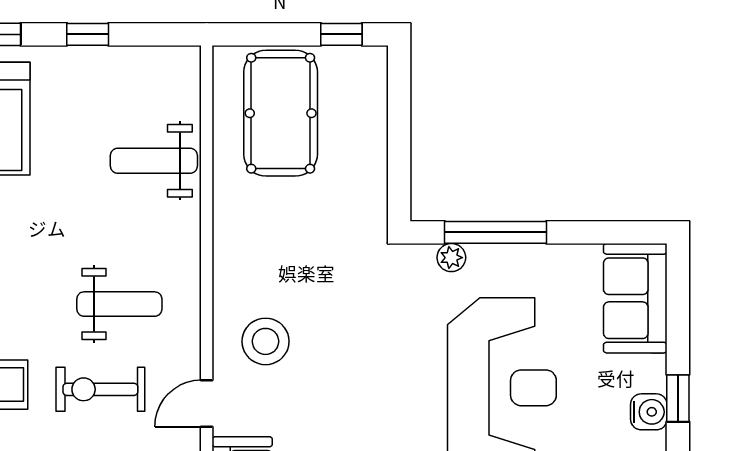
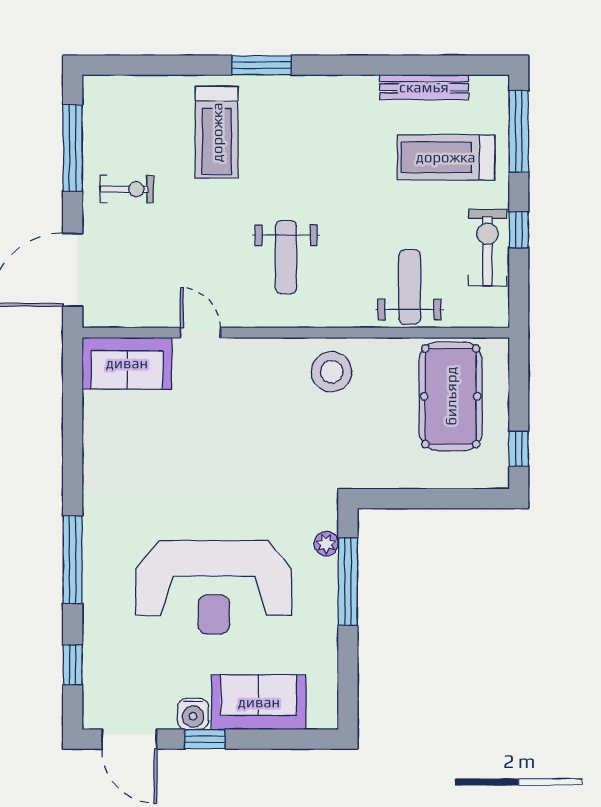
pool table: (281, 113) -> (451, 396), turned 90
sofa: (635, 298) -> (259, 702), moved
stool: (266, 341) -> (332, 372), moved
exercise bike: (100, 389) -> (488, 248), moved

